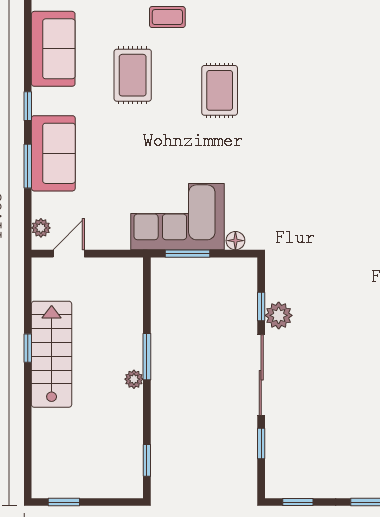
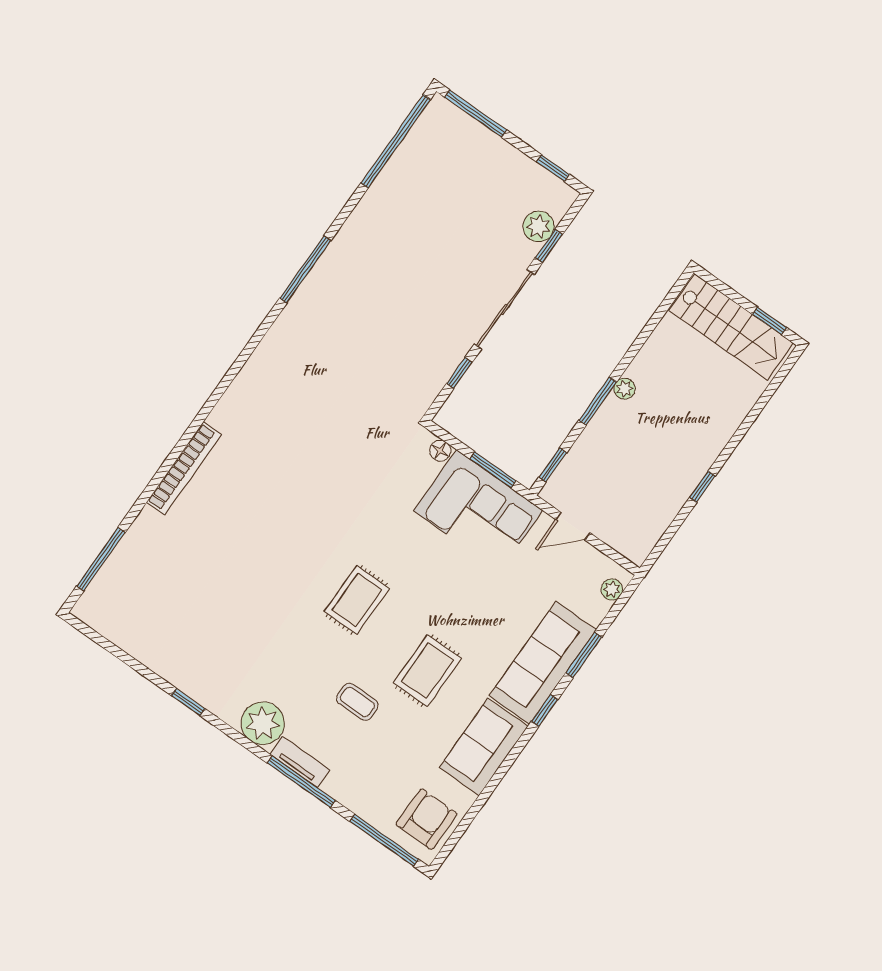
sofa: (53, 153) -> (543, 663), width x1.36
door: (69, 254) -> (573, 526), moved
plant: (279, 315) -> (539, 226), moved
stairs: (52, 354) -> (731, 327), moved, turned -90
window: (147, 460) -> (553, 465), moved

